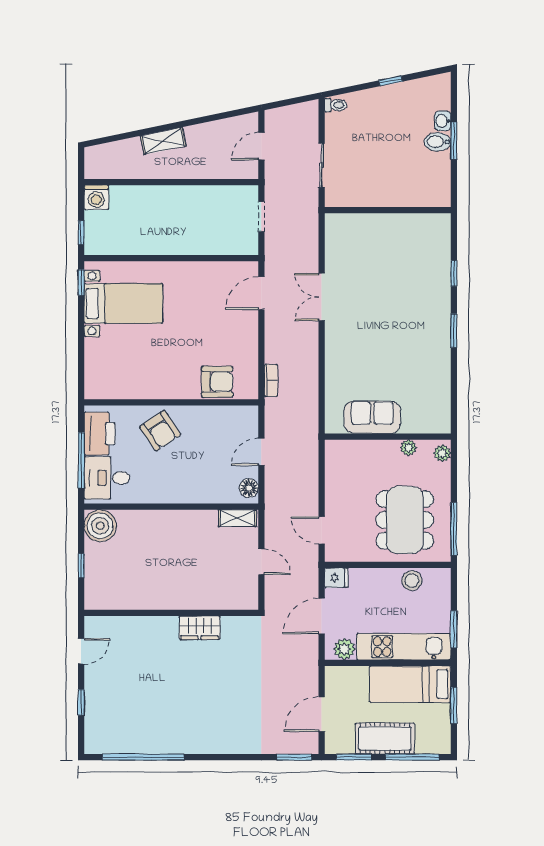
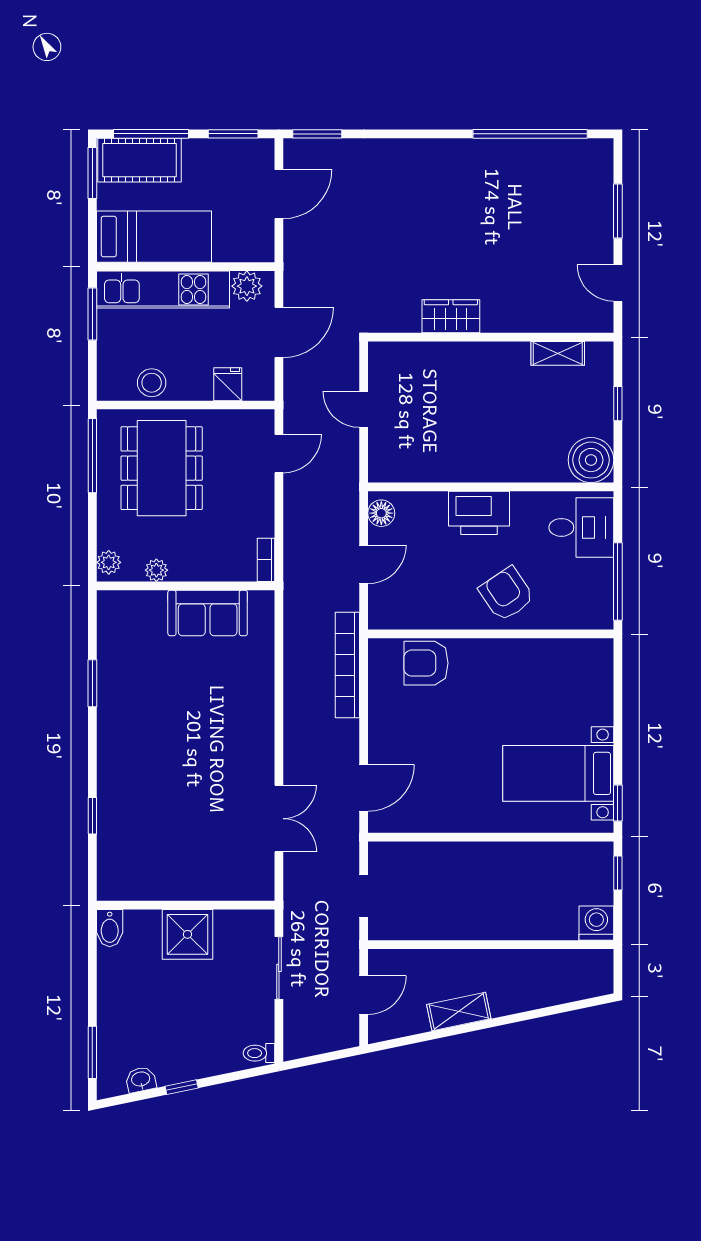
washbasin: (443, 121) -> (141, 1080), moved, turned -102
shelving: (163, 141) -> (459, 1012), moved
window: (454, 141) -> (92, 1052), moved
bidet: (437, 142) -> (110, 928), moved, turned 90
shower: (386, 189) -> (187, 934), added
double door: (322, 297) -> (279, 819), moved
window: (454, 331) -> (92, 683), moved
bookcase: (271, 380) -> (347, 665), width x2.31, depth x1.31
printer: (100, 434) -> (479, 513), moved, turned -90
bookcase: (331, 455) -> (266, 560), added
window: (81, 460) -> (618, 582), moved
shelving: (237, 518) -> (558, 353), moved
door: (322, 530) -> (279, 454), hinge flipped
fridge: (336, 578) -> (228, 384), moved, turned 90
door: (81, 651) -> (618, 283), hinge flipped
window: (81, 702) -> (618, 211), width x1.50
window: (454, 705) -> (92, 173), moved
cot: (385, 738) -> (139, 160), moved

